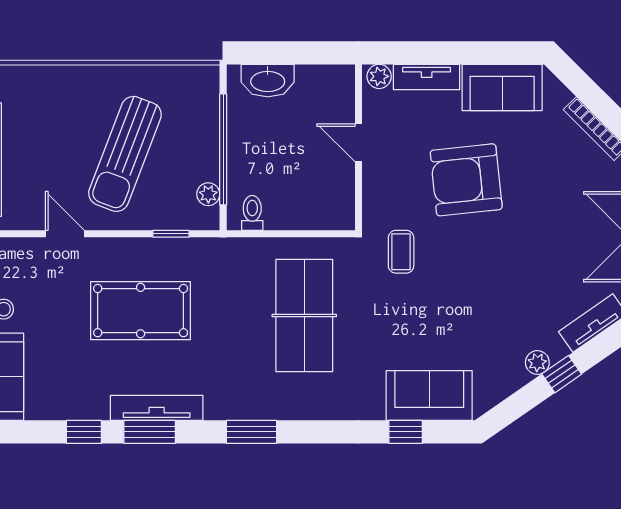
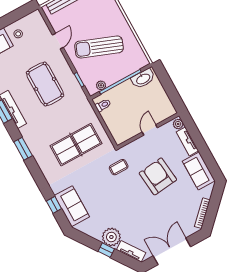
washbasin: (268, 81) -> (143, 79), moved, turned -90
plant: (537, 362) -> (111, 237), width x1.87, depth x1.87

